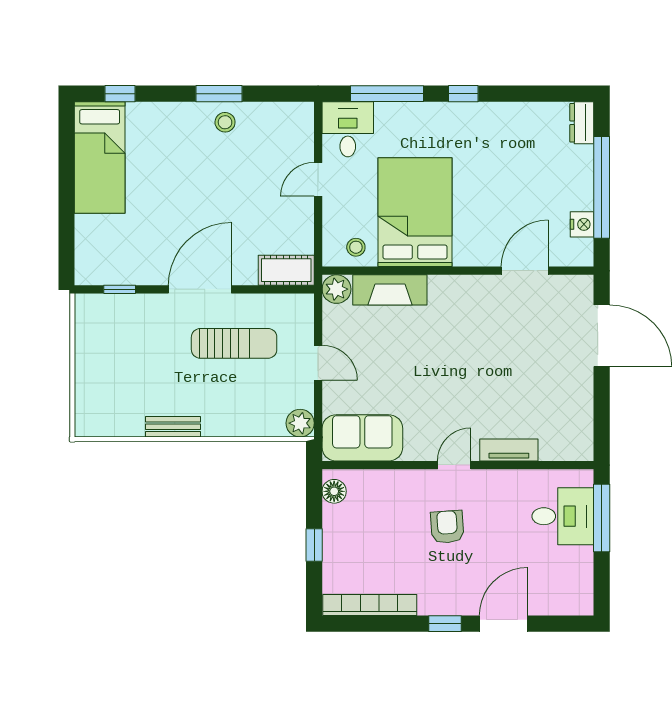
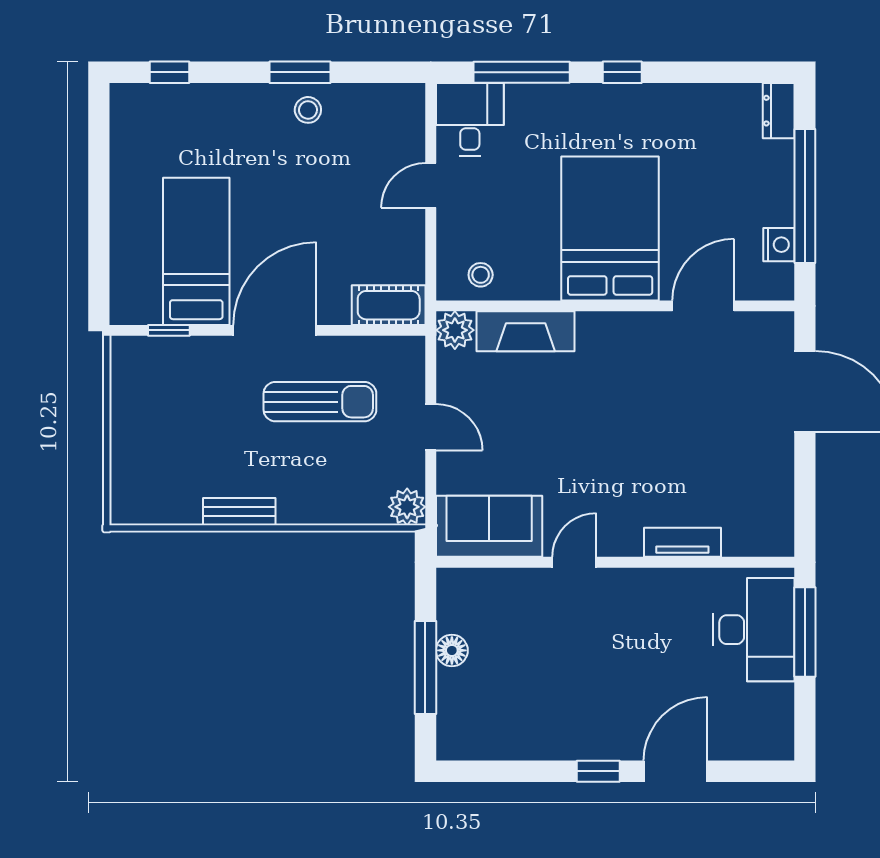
bed: (100, 158) -> (196, 251), moved, turned 180
bed: (415, 212) -> (610, 229), moved
door: (454, 465) -> (574, 562), moved
floor lamp: (334, 491) -> (452, 650), moved
desk: (563, 516) -> (754, 630), width x1.37
armchair: (447, 527) -> (601, 644), removed
window: (314, 545) -> (425, 668), width x2.17
bookcase: (370, 605) -> (499, 747), removed

